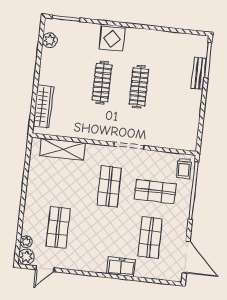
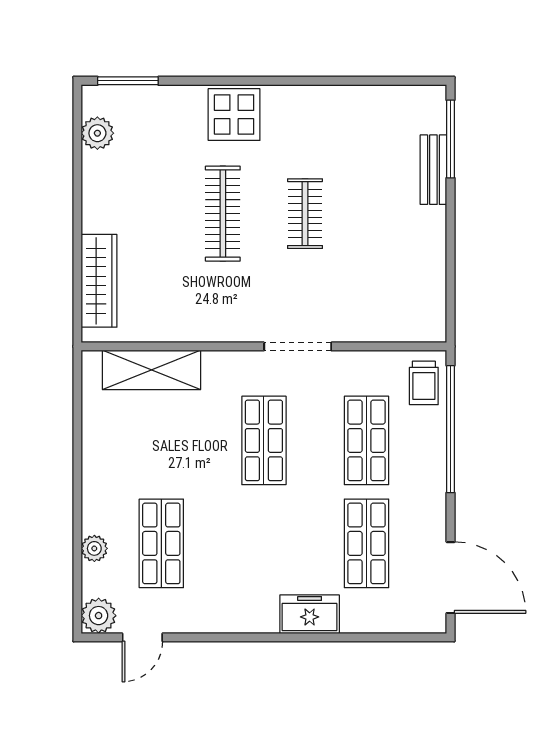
clothes rail: (139, 87) -> (305, 214), width x0.73
shop shelf: (155, 191) -> (366, 440), turned 90
plant: (26, 242) -> (94, 548), moved

